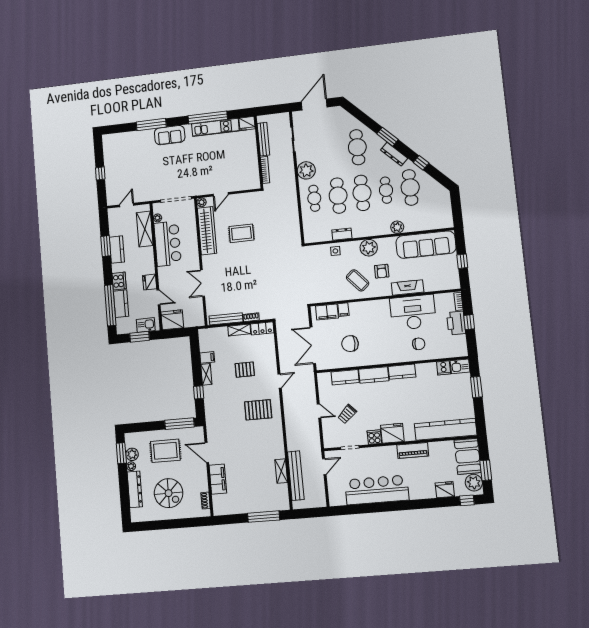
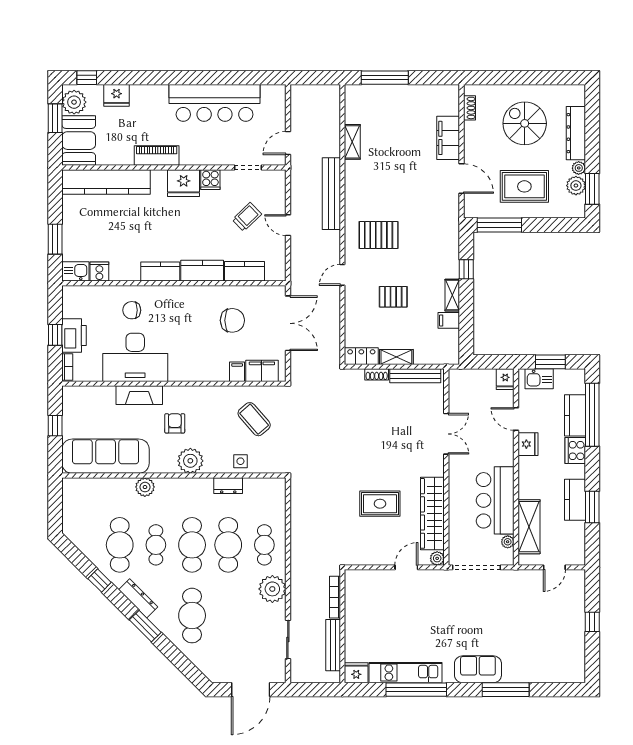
coffee table: (358, 280) -> (254, 419), moved
fridge: (172, 320) -> (505, 379), width x0.53, depth x0.75
bench: (296, 476) -> (331, 194), moved

